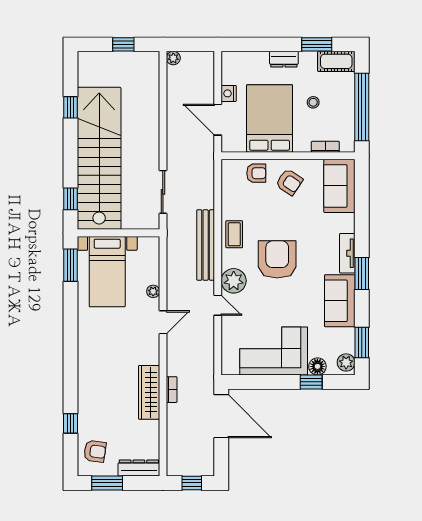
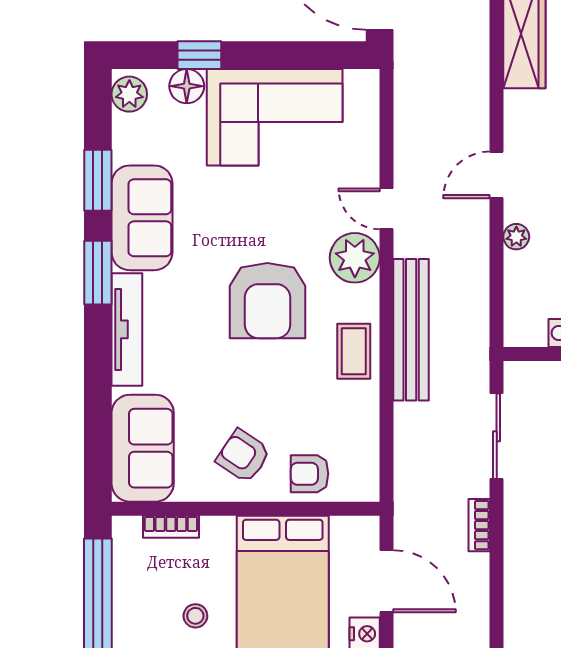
tv unit: (347, 253) -> (127, 329), width x1.41
window: (362, 343) -> (98, 180), moved
bookcase: (172, 390) -> (479, 525), moved

